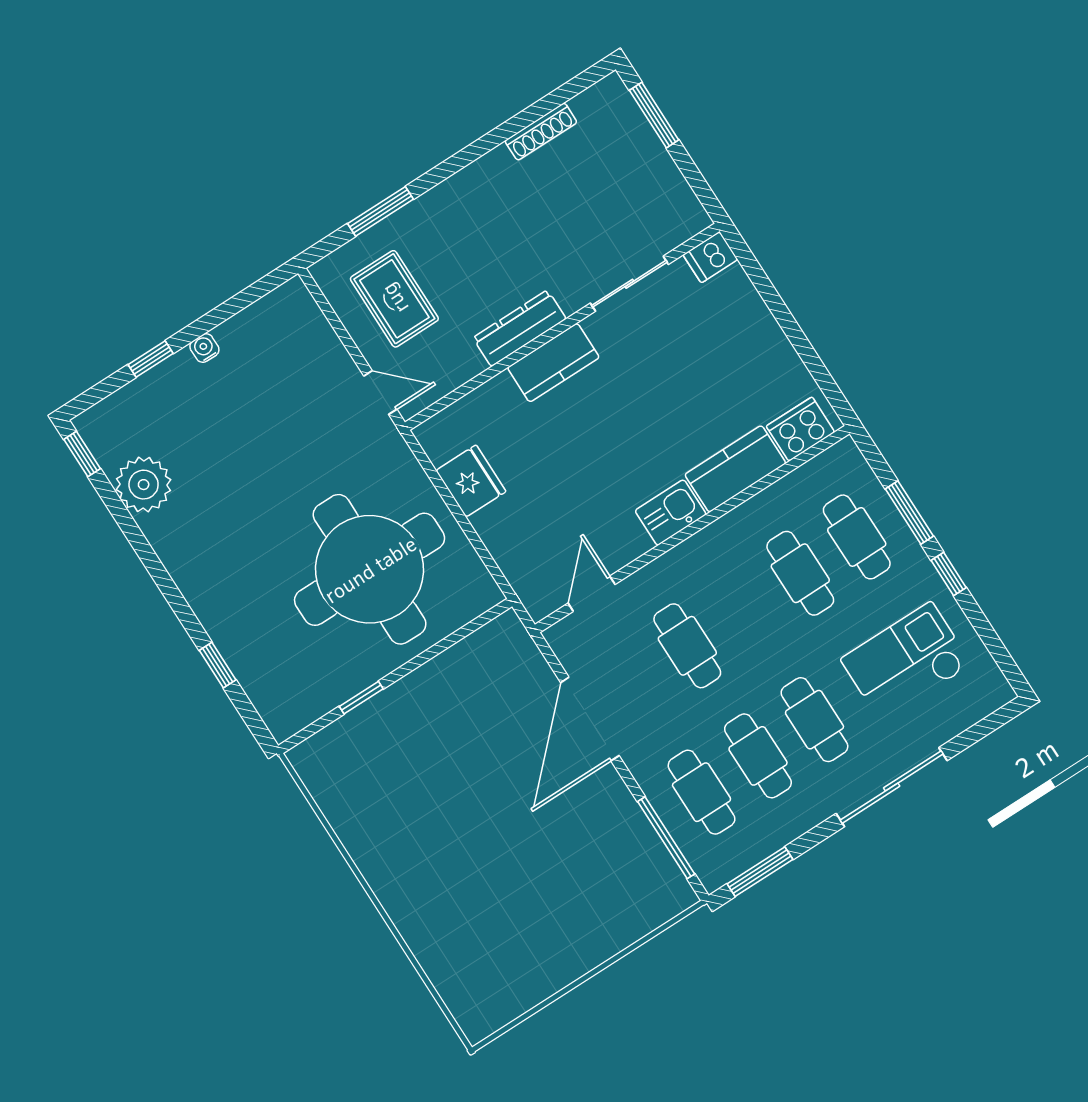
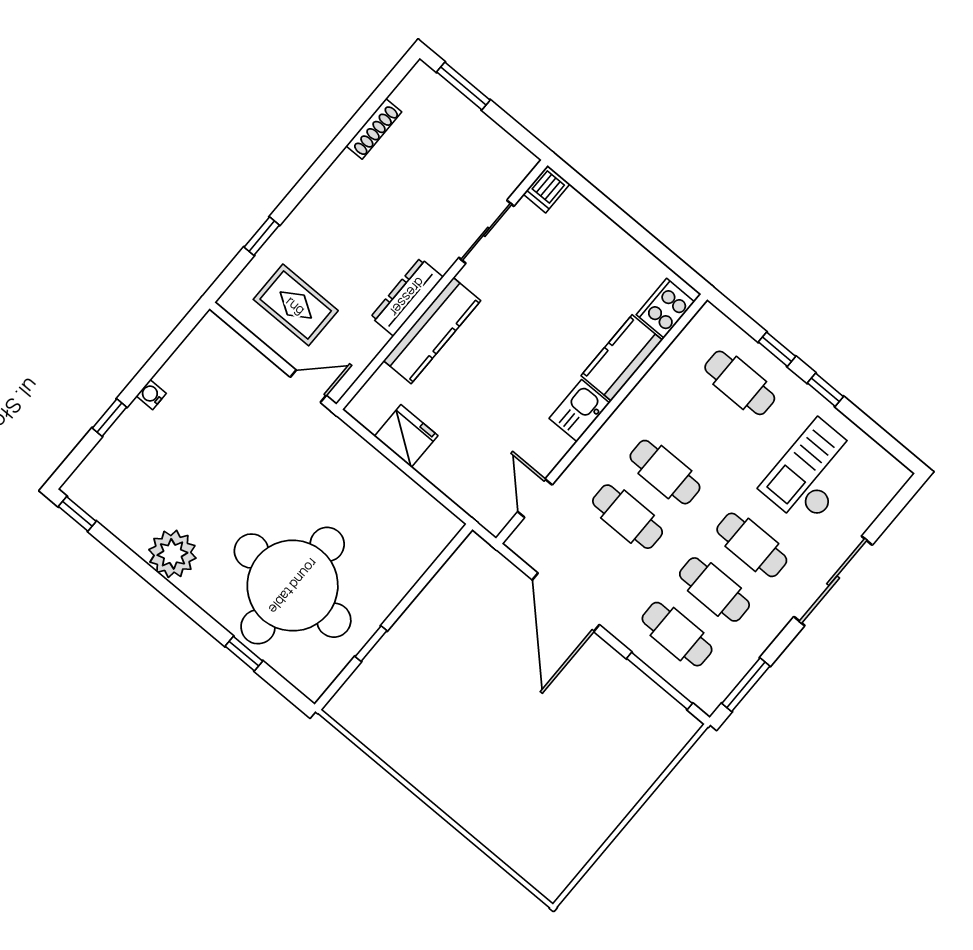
window: (381, 211) -> (262, 236), width x0.67
kitchen counter: (553, 363) -> (432, 331), width x1.50
plant: (144, 485) -> (172, 554), moved
window: (909, 513) -> (777, 349), width x0.67
round table: (370, 569) -> (293, 586), moved
cafe table: (800, 573) -> (665, 472), moved

